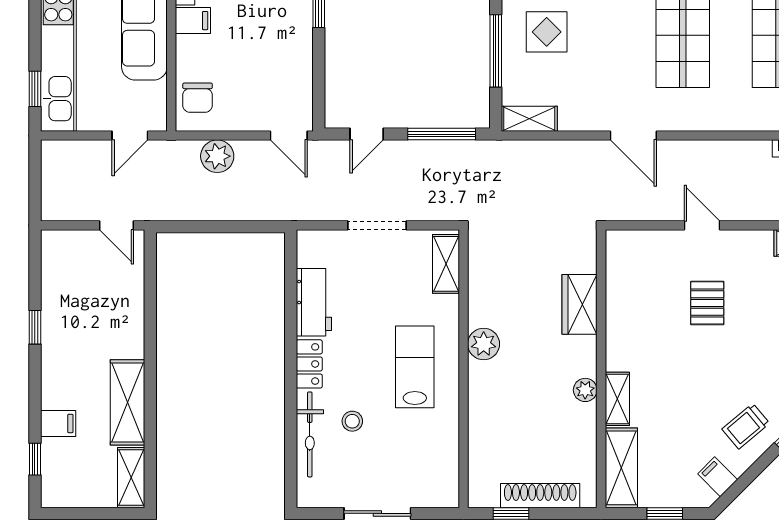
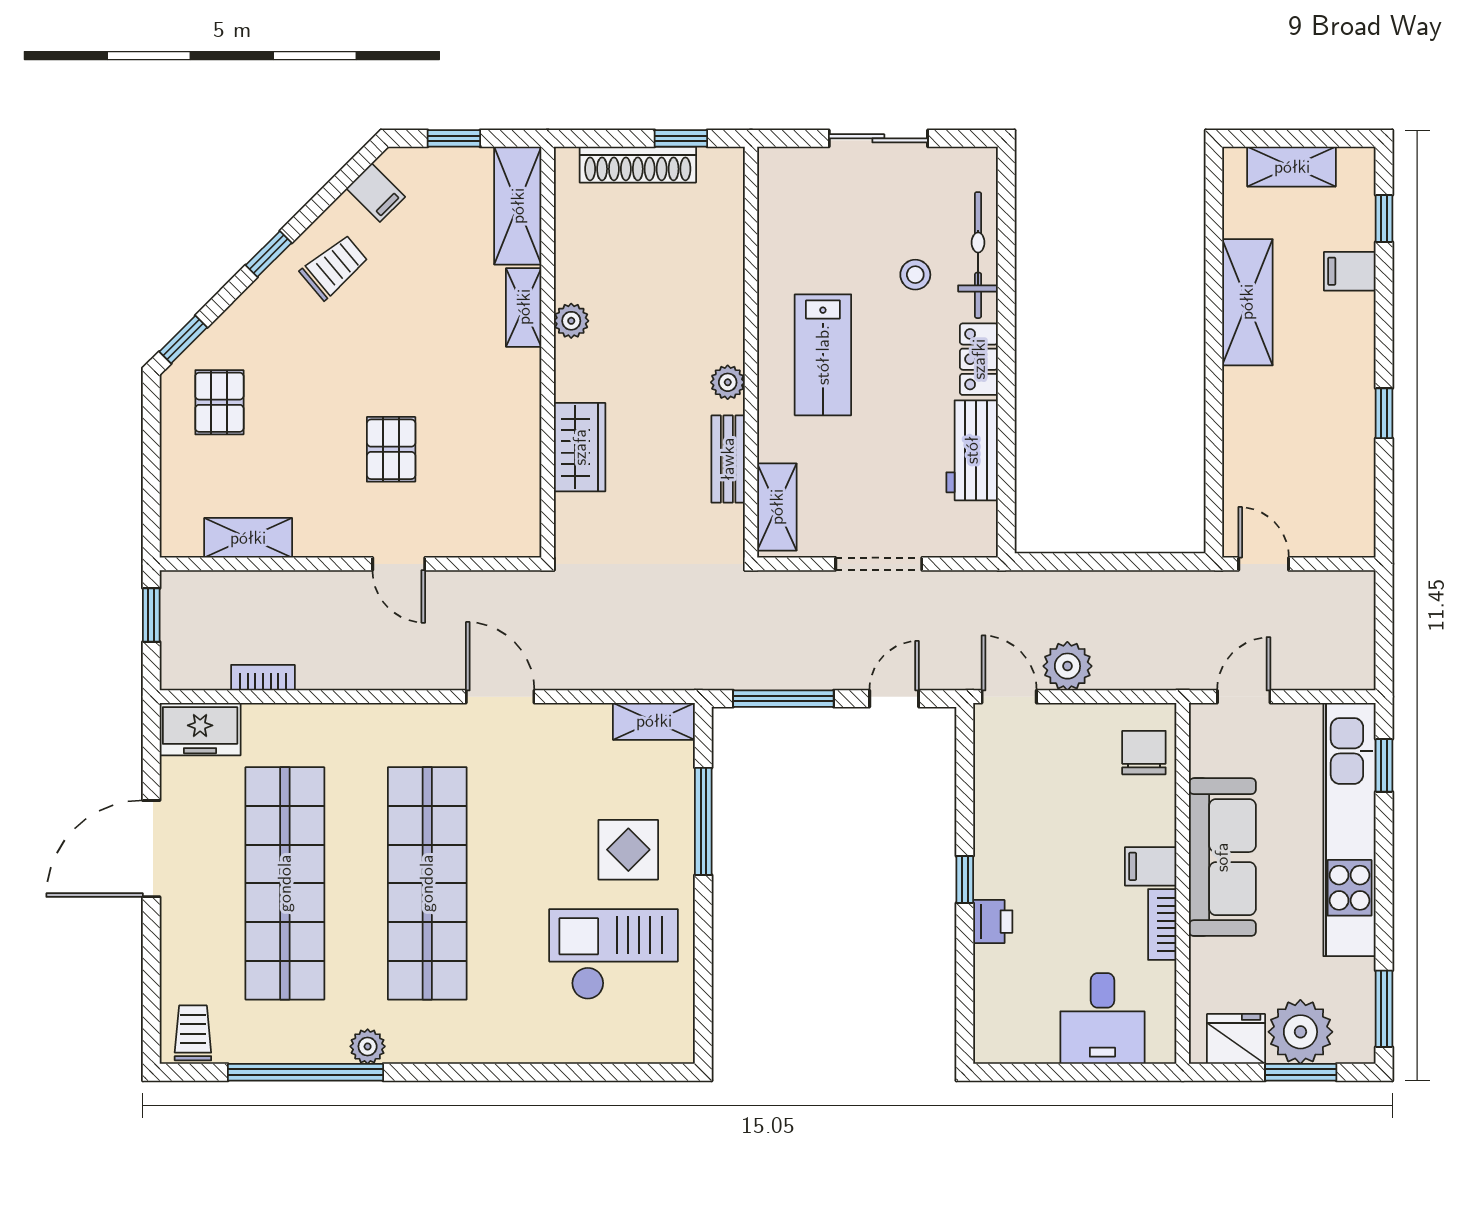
plant: (217, 156) -> (1067, 666), moved
bench: (479, 296) -> (728, 459), added
plant: (484, 344) -> (728, 382), width x0.73, depth x0.73
shelving: (131, 478) -> (1292, 167), moved, turned 90

